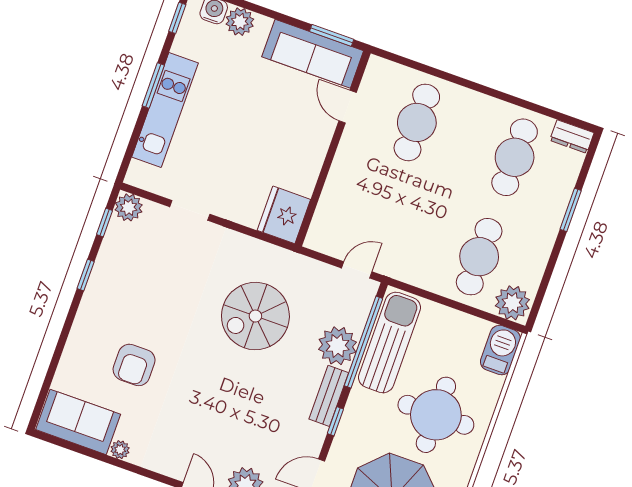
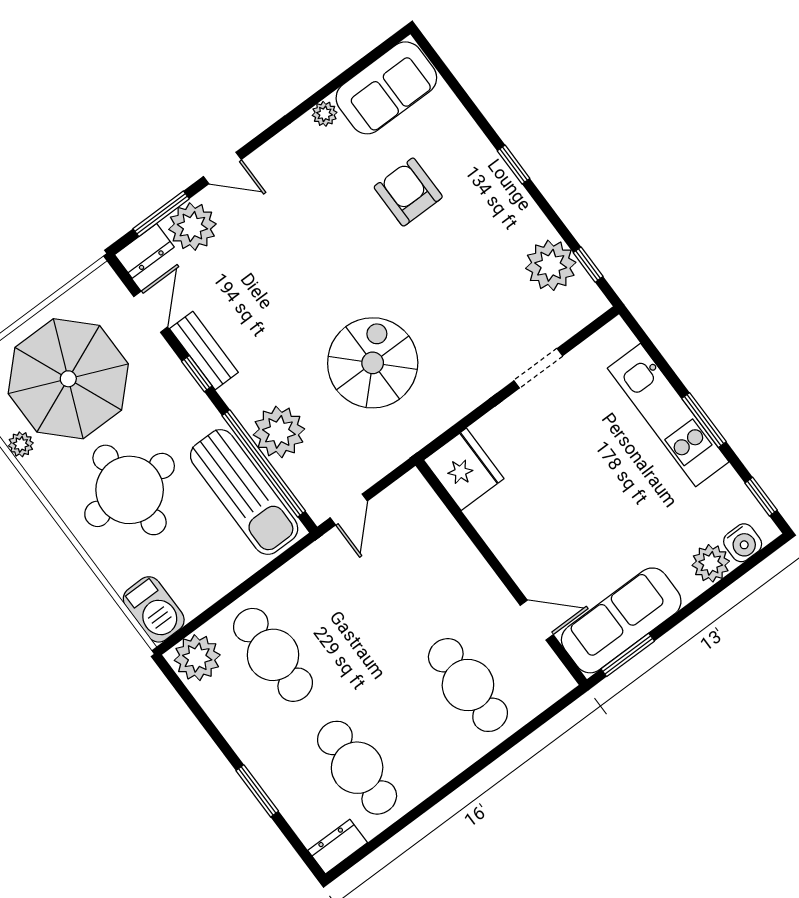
plant: (129, 207) -> (551, 265), moved, width x1.36, depth x1.36
window: (86, 275) -> (514, 165), moved
bench: (329, 396) -> (204, 351), moved

